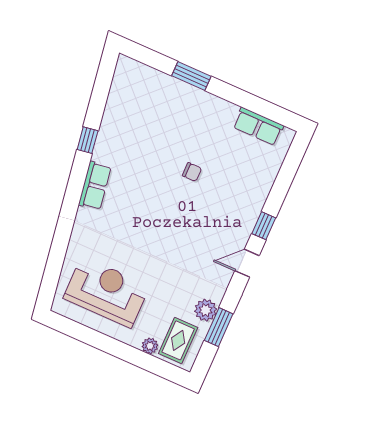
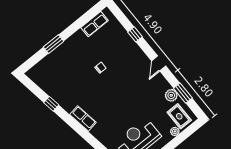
window: (88, 140) -> (51, 104), moved
window: (264, 226) -> (135, 34), moved

